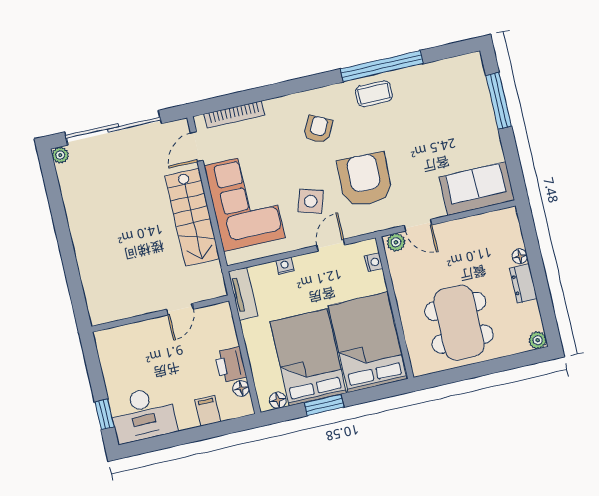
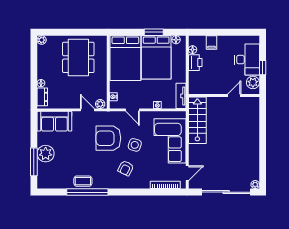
coffee table: (374, 94) -> (83, 181), moved
plant: (480, 122) -> (46, 154), added
armchair: (365, 180) -> (108, 138), turned 88
side table: (311, 201) -> (135, 145), moved
stairs: (192, 217) -> (197, 120), moved
door: (331, 245) -> (132, 110), hinge flipped
dresser: (523, 284) -> (42, 97), moved
door: (180, 309) -> (234, 95), moved
plant: (110, 352) -> (253, 82), added
window: (104, 414) -> (263, 68), moved
desk: (143, 415) -> (247, 60), moved, turned 90

